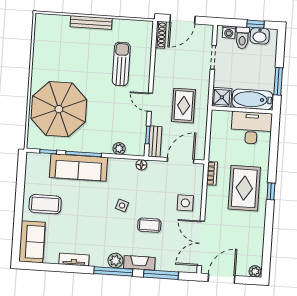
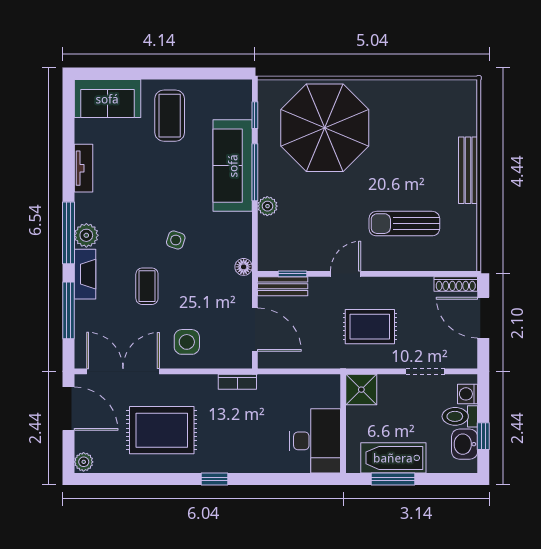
sun lounger: (121, 64) -> (404, 224), turned 180
bathtub: (252, 99) -> (393, 458), moved, turned -90
rug: (184, 106) -> (370, 327), moved
plant: (119, 149) -> (267, 206), moved
rug: (244, 188) -> (162, 430), moved

